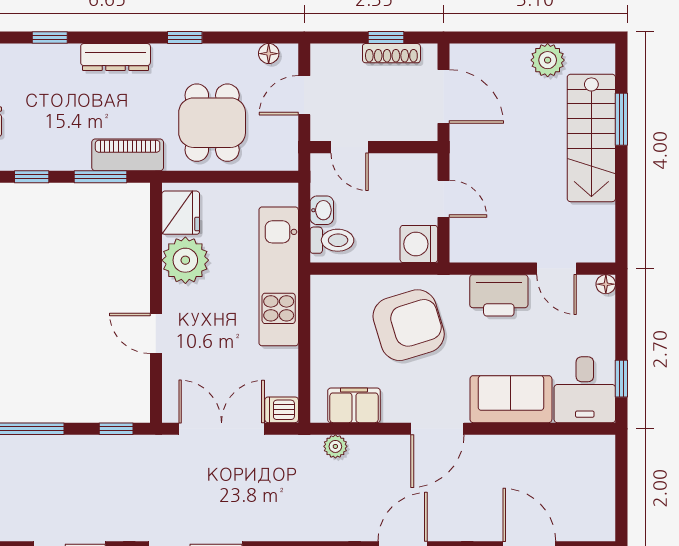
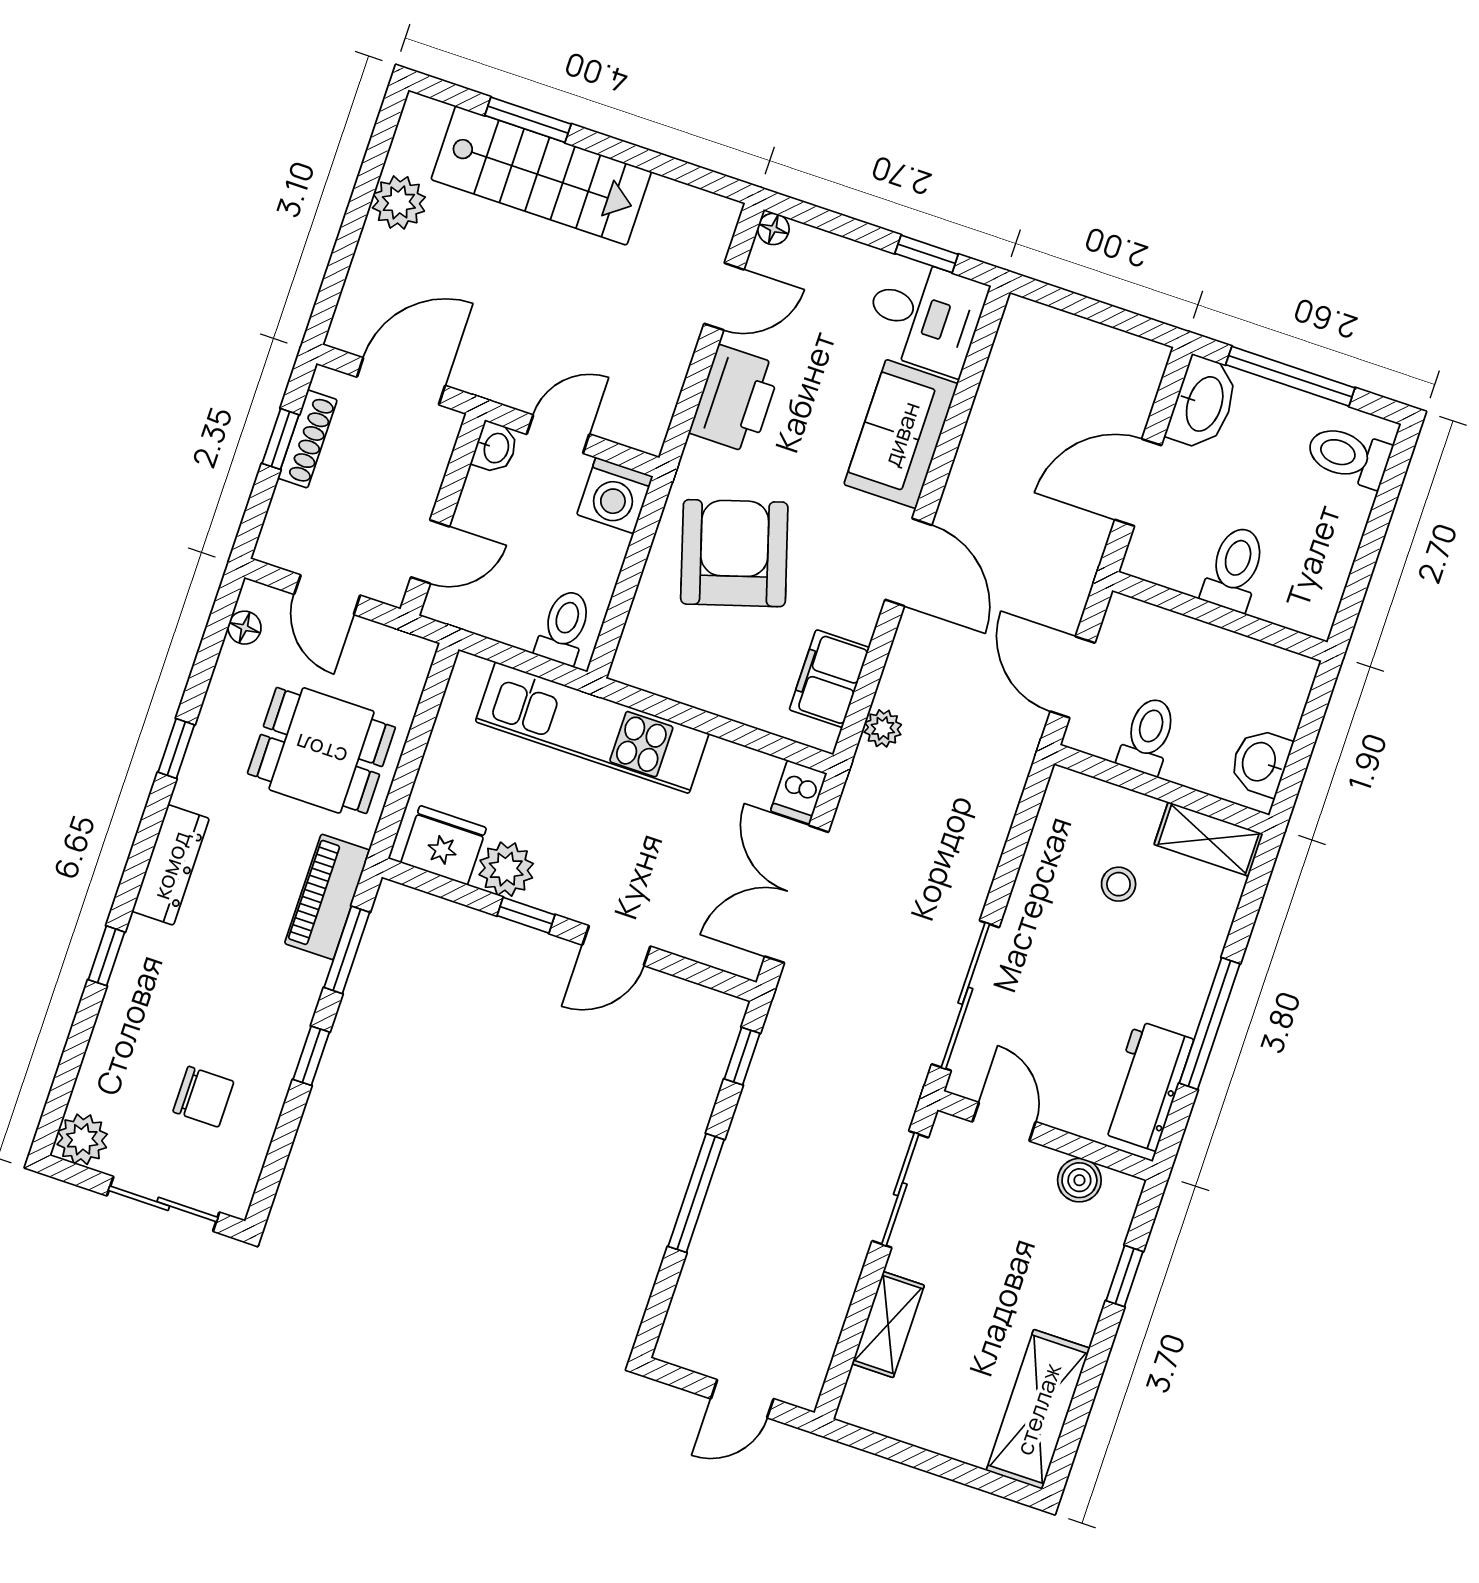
washbasin: (322, 210) -> (495, 448), moved, turned 90
plant: (185, 260) -> (506, 869), width x0.73, depth x0.73
window: (156, 275) -> (526, 915), added

